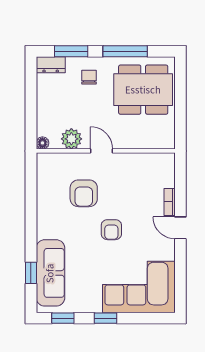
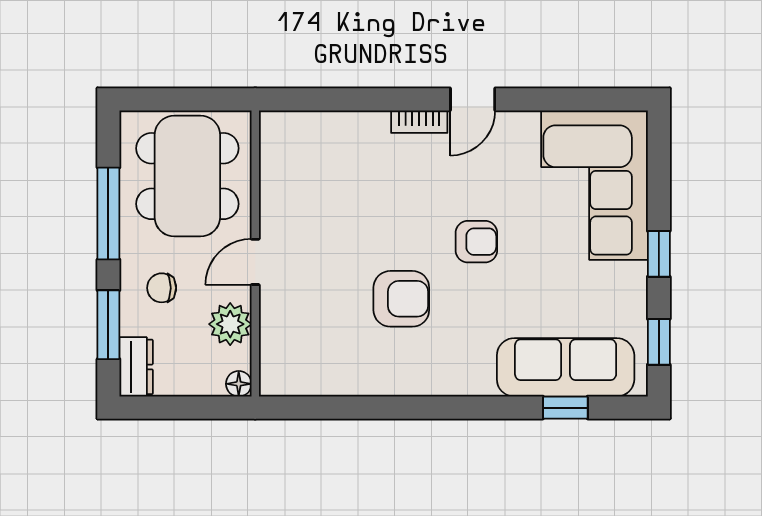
plant: (71, 139) -> (230, 324), moved
floor lamp: (42, 143) -> (239, 384), moved
door: (102, 151) -> (255, 262), moved
wall: (106, 151) -> (255, 253), moved

